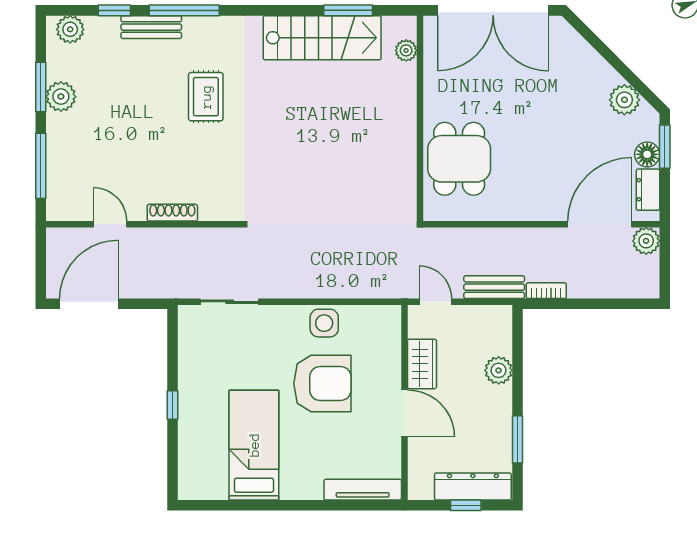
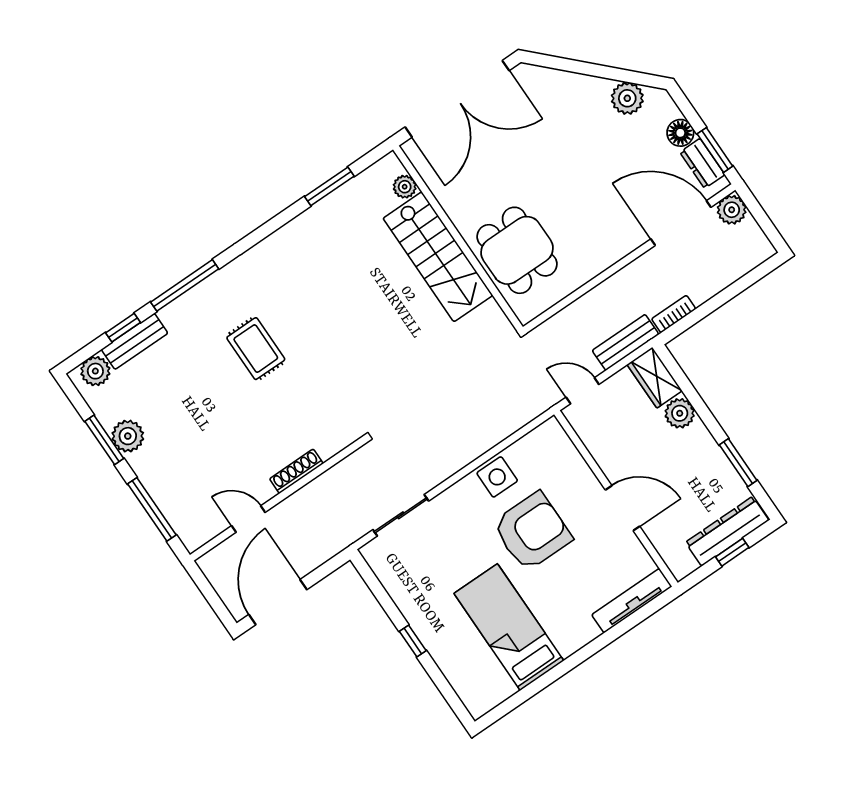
bench: (151, 27) -> (135, 341), moved
stairs: (322, 38) -> (438, 257), moved, turned 90
window: (665, 147) -> (715, 150), moved
door: (600, 224) -> (681, 223), hinge flipped
wardrobe: (422, 364) -> (655, 378), moved, turned 180

